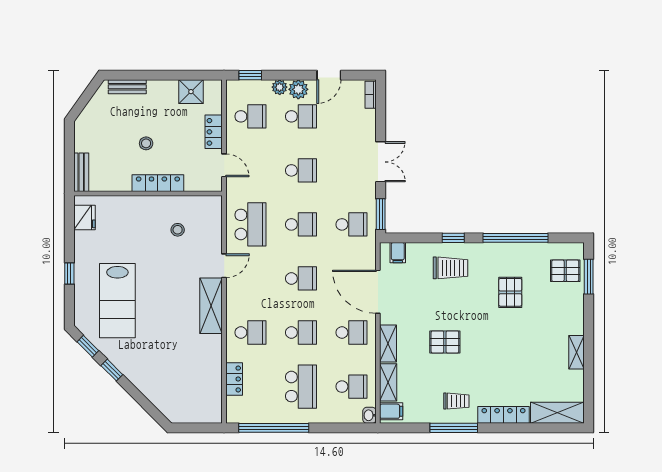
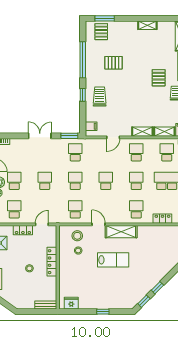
school desk: (250, 224) -> (75, 209), width x0.54
stool: (204, 228) -> (77, 236), added
door: (378, 292) -> (113, 137), width x0.53
lab bench: (117, 301) -> (113, 260), moved, width x0.73, depth x0.72
pallet: (445, 342) -> (159, 78), moved

